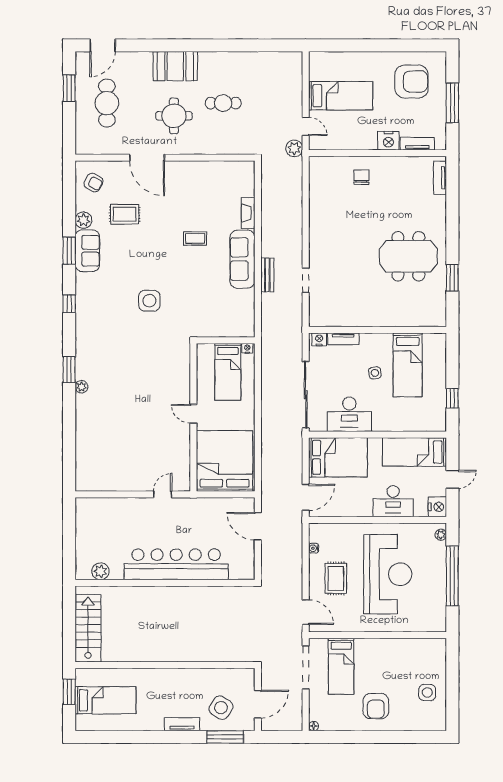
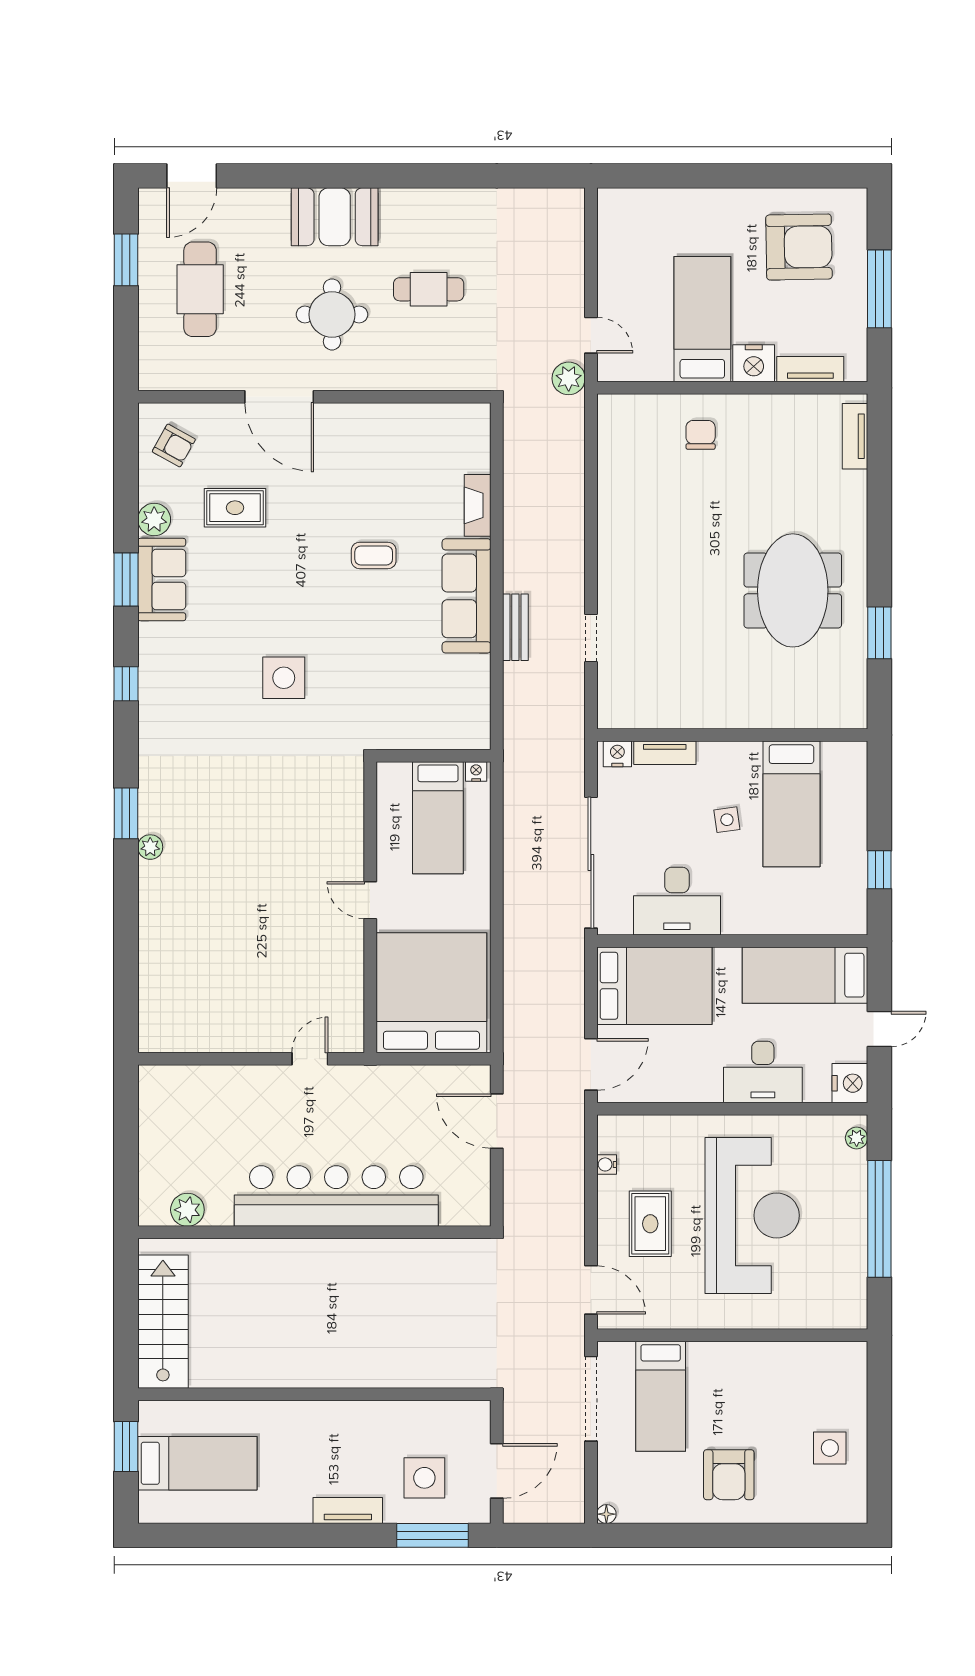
bed: (341, 96) -> (702, 319), moved, turned -90
meeting table: (408, 256) -> (793, 590), turned 90
side table: (221, 708) -> (424, 1478), turned -33

